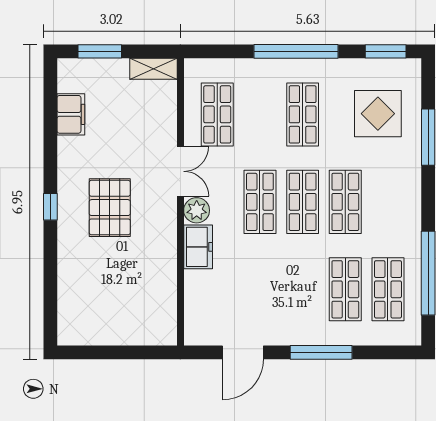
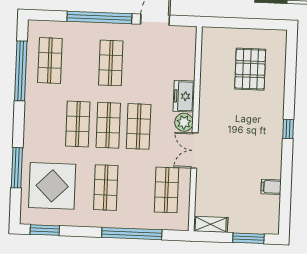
window: (296, 51) -> (132, 234), moved
filing cabinet: (71, 114) -> (271, 187), width x0.50
display table: (378, 114) -> (52, 186), width x1.36, depth x1.36
pallet: (110, 208) -> (250, 69), moved
shop shelf: (345, 289) -> (111, 63), moved
window: (321, 352) -> (99, 17), width x1.46

